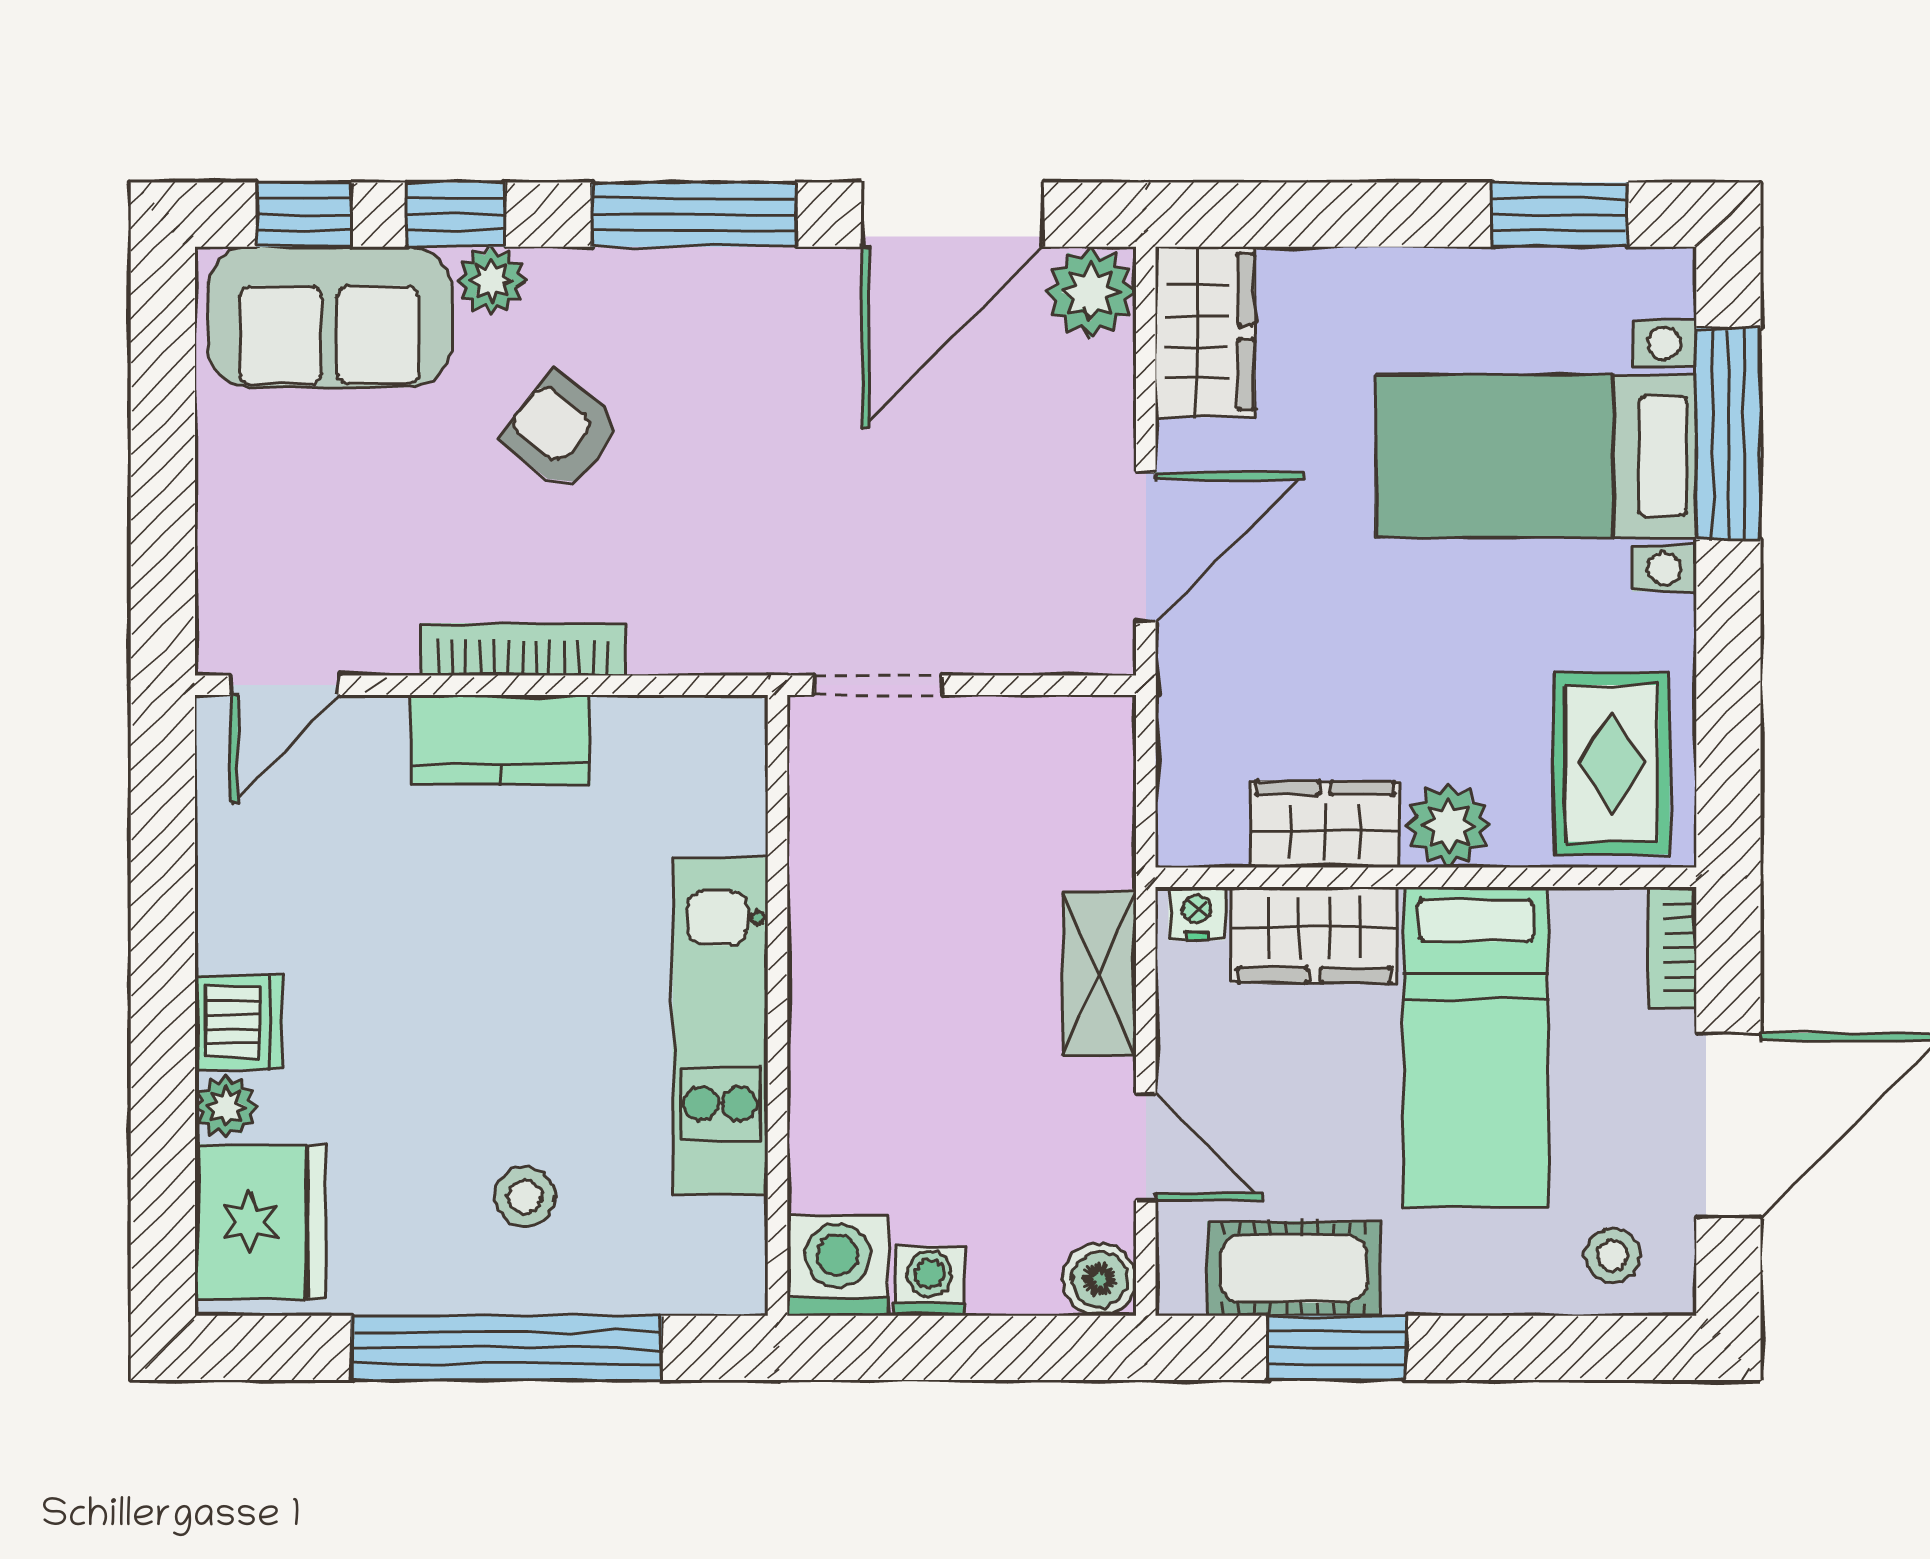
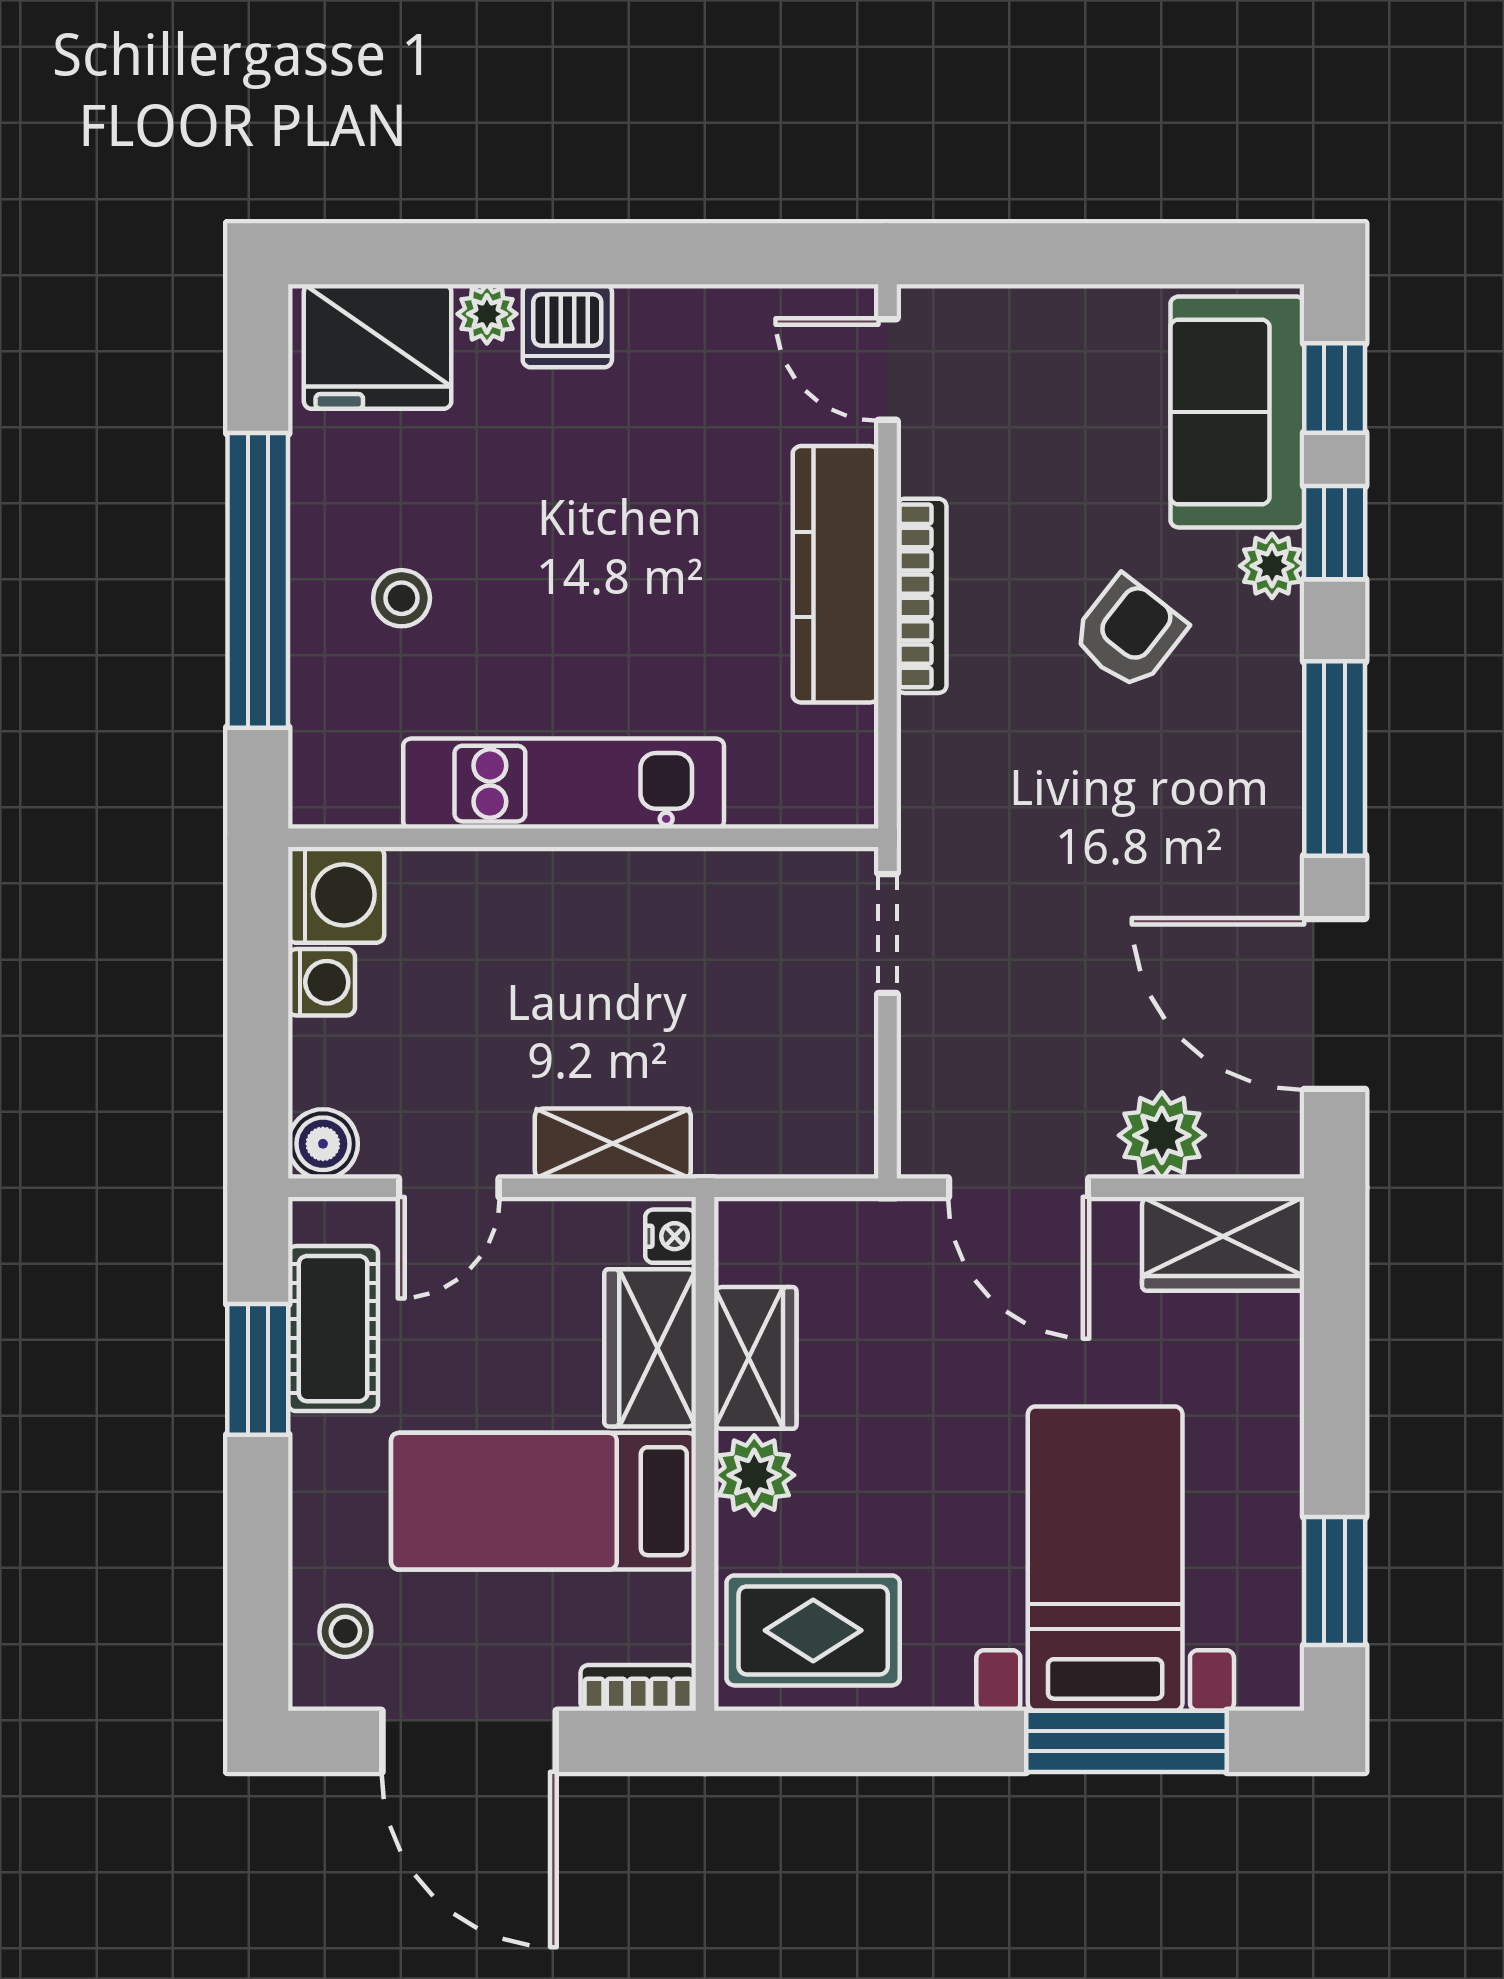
plant: (1091, 292) -> (1162, 1135), moved
kitchen counter: (500, 740) -> (836, 574), width x1.50

